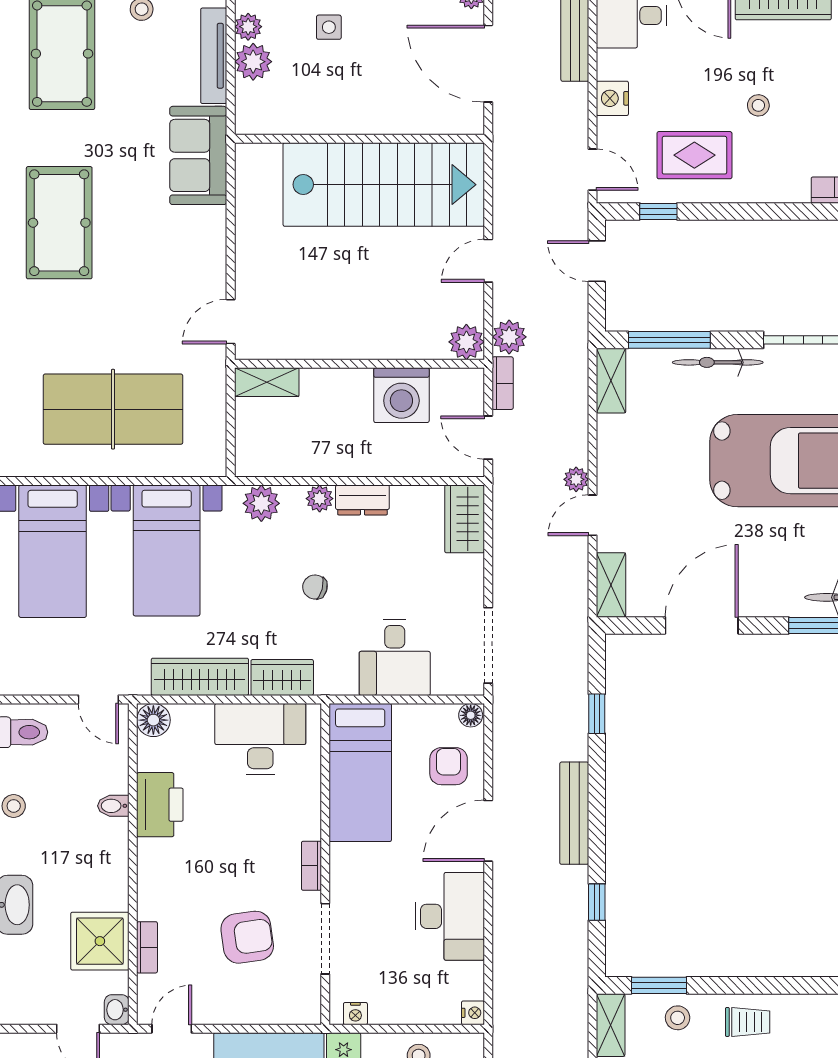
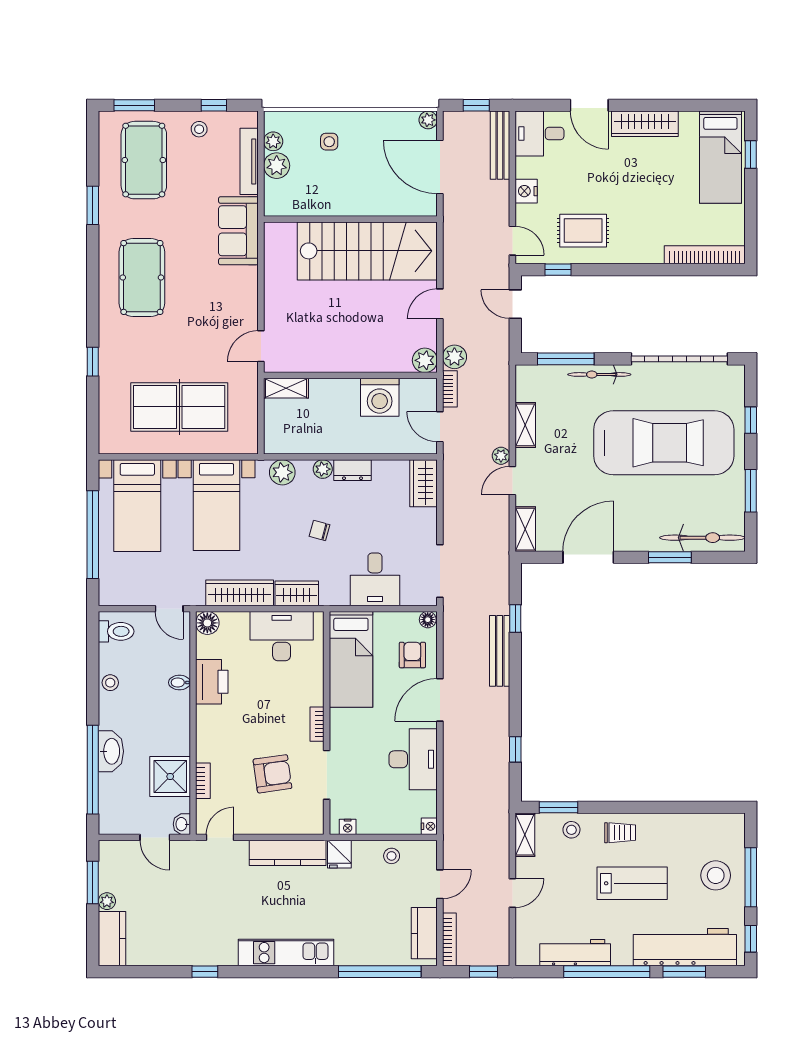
stool: (758, 105) -> (628, 196), removed
shelving: (611, 381) -> (525, 425), moved
bench: (574, 813) -> (500, 651), moved

